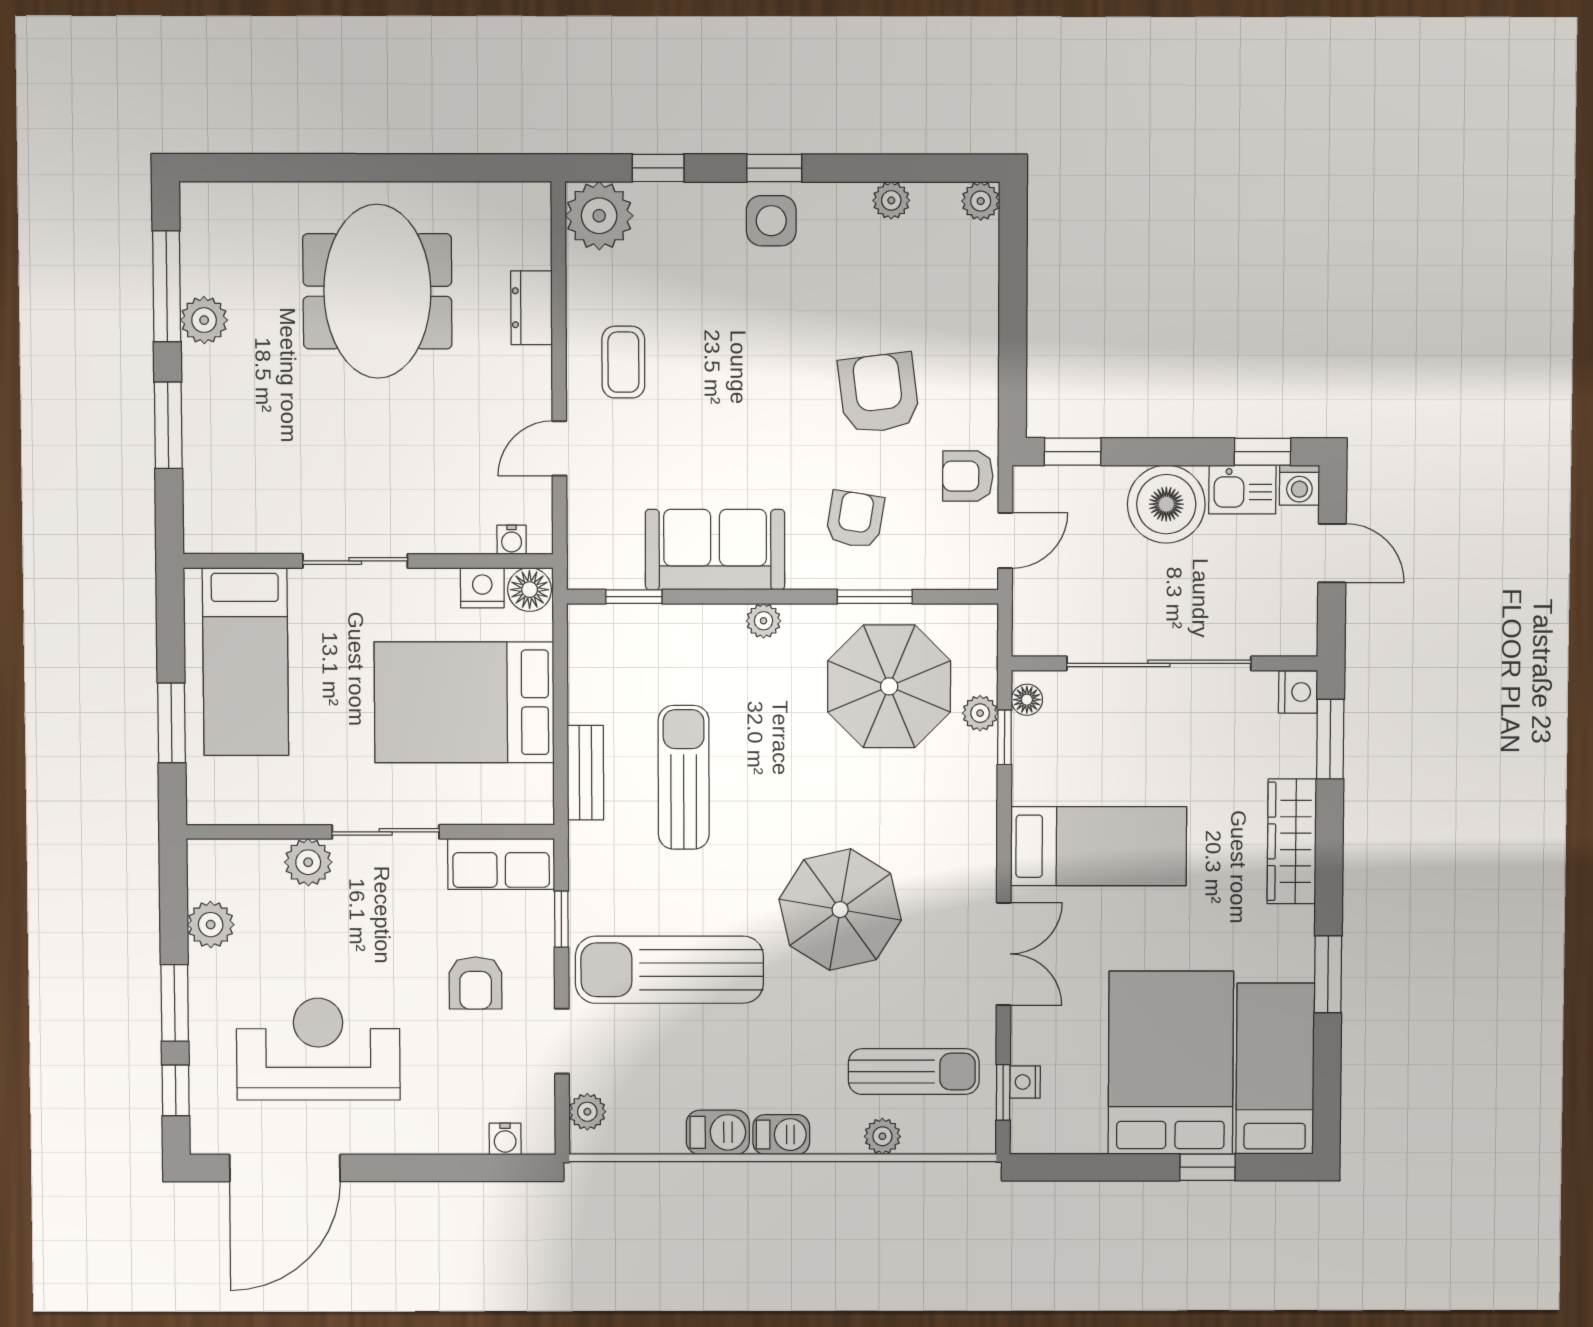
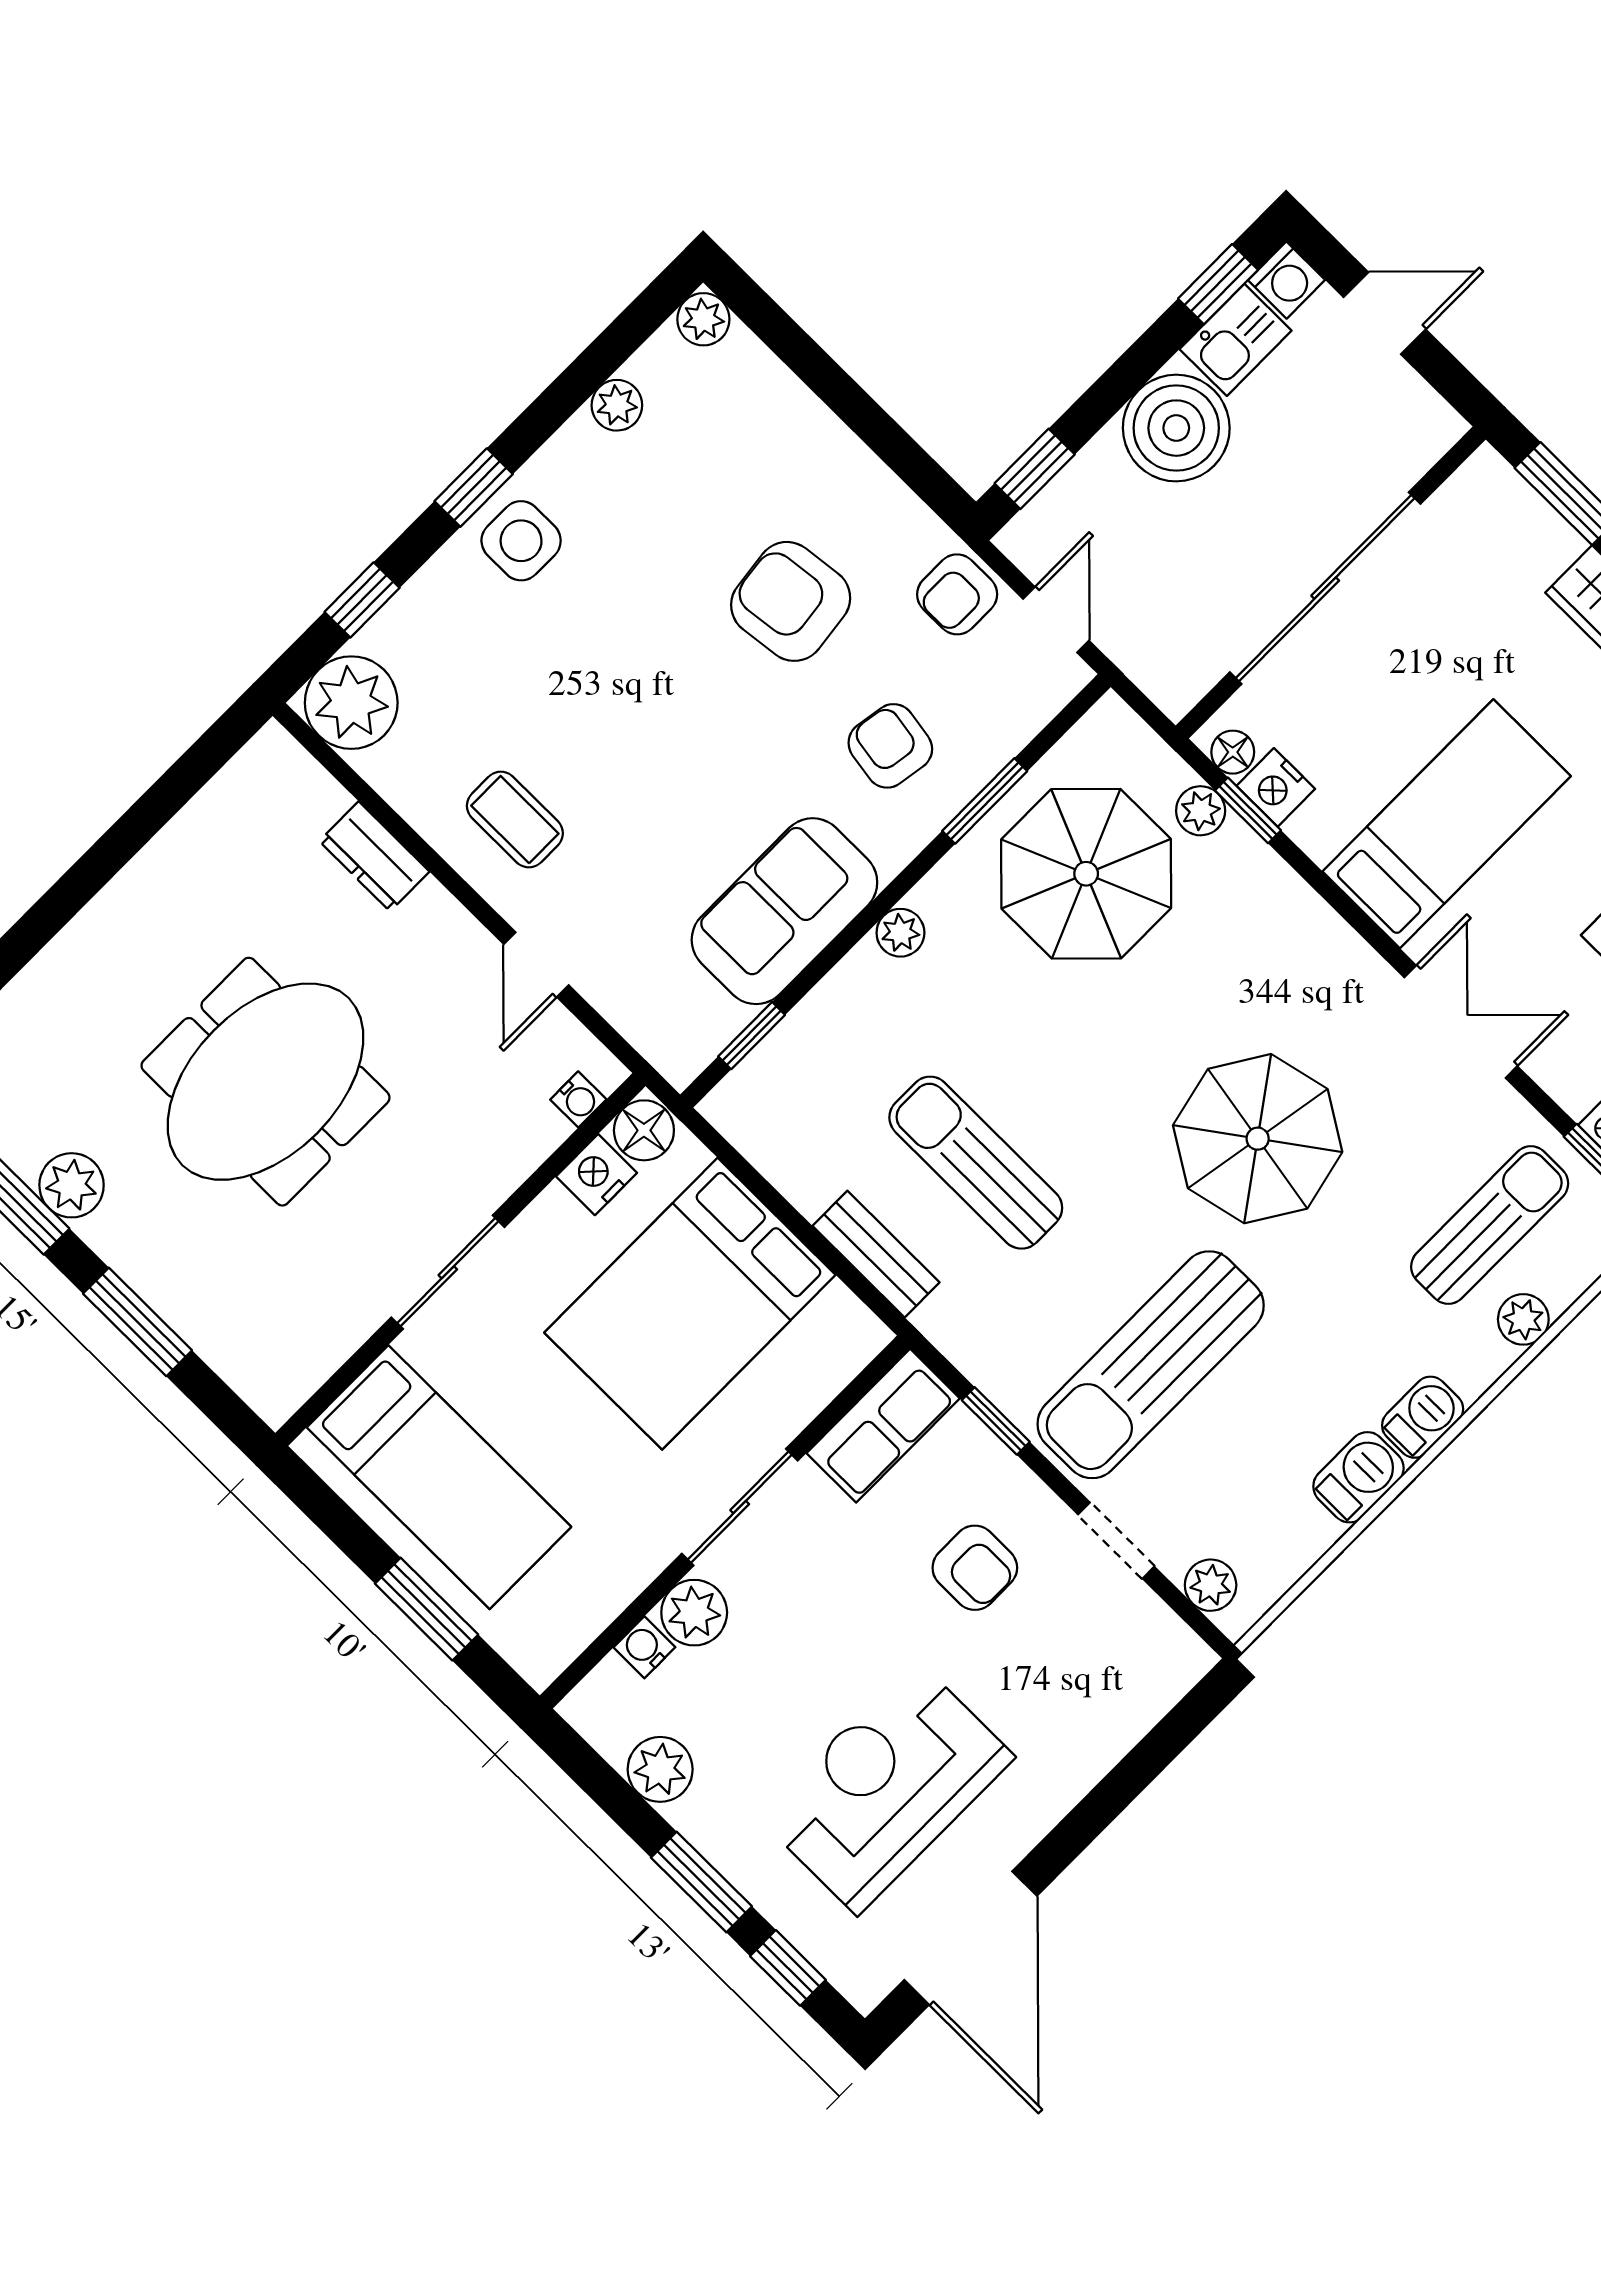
meeting table: (377, 291) -> (266, 1082), moved, turned 90
nightstand: (1298, 692) -> (1276, 787), moved, turned 180
water cooler: (505, 1139) -> (644, 1647), moved, turned 180

